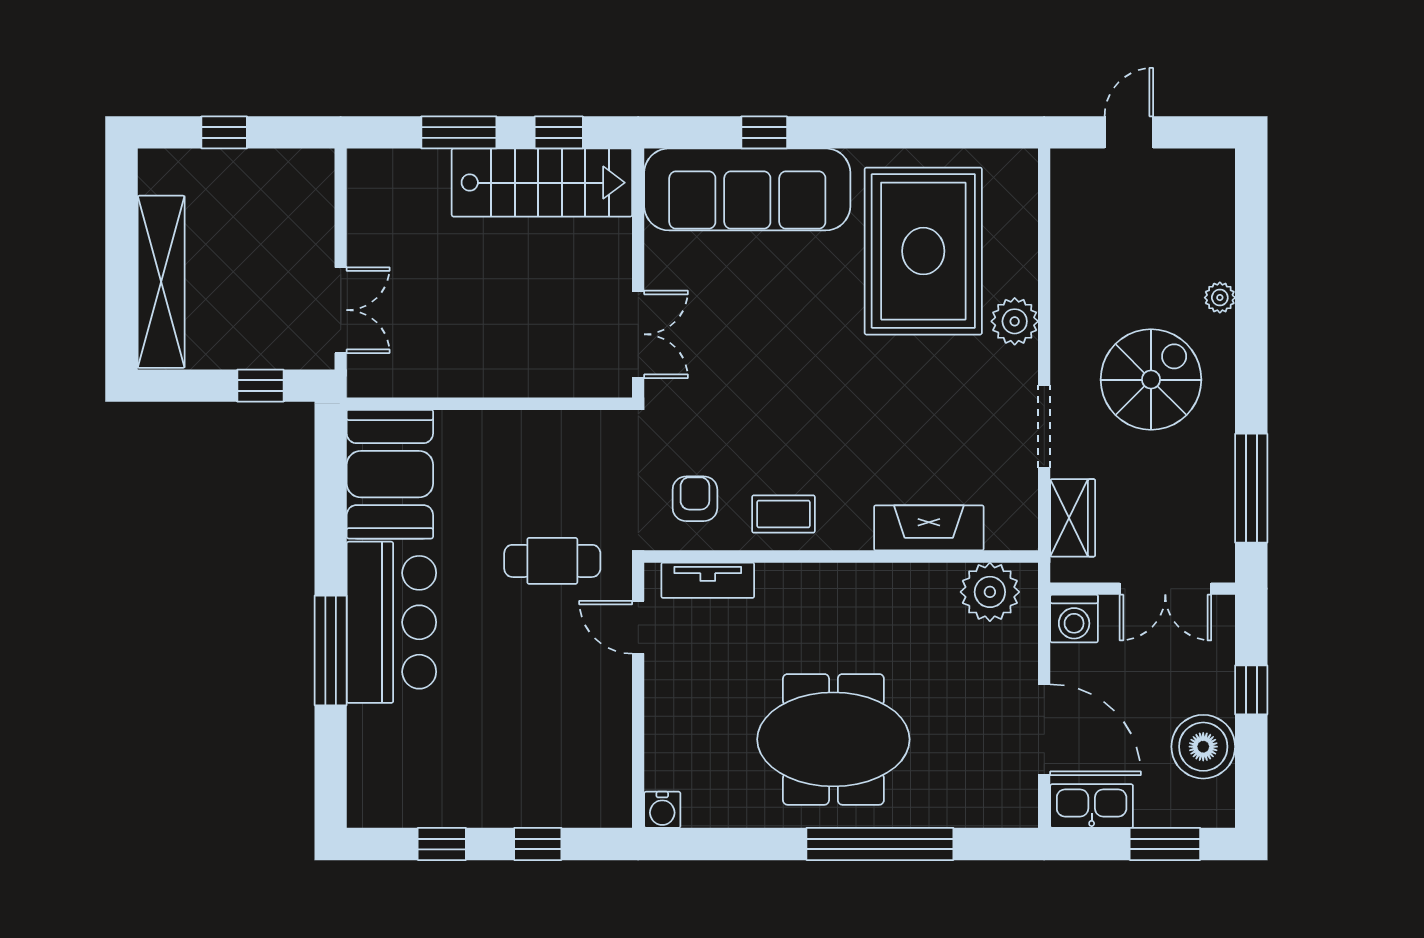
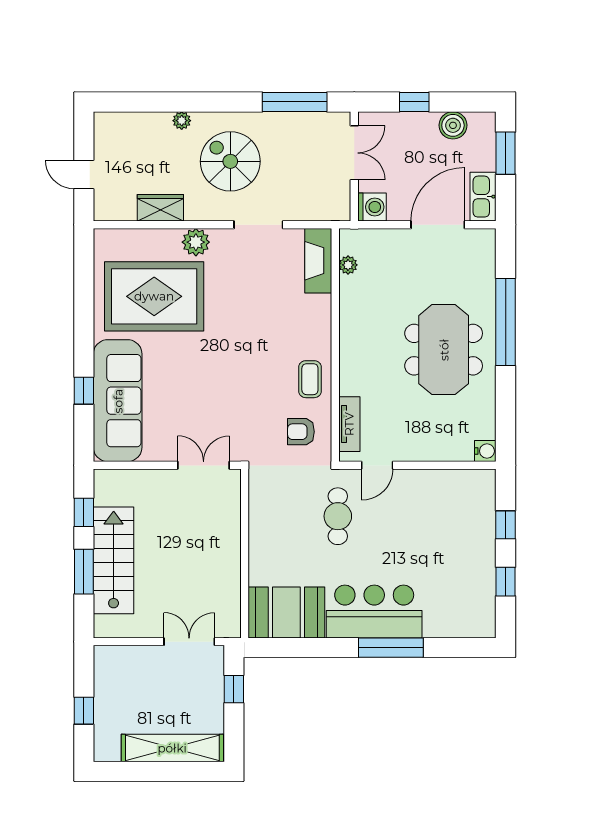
stairs: (542, 183) -> (114, 560), moved
wardrobe: (1073, 518) -> (160, 208), moved
fireplace: (929, 528) -> (318, 261), moved
plant: (990, 592) -> (348, 265), width x0.53, depth x0.53
boiler: (1203, 747) -> (453, 125), width x0.73, depth x0.73

